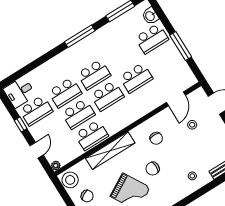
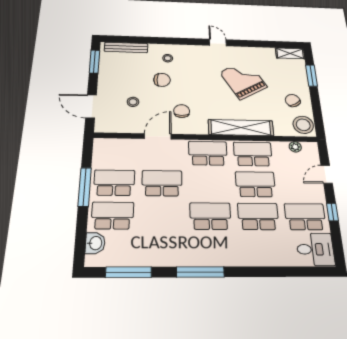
school desk: (165, 60) -> (114, 183), added
school desk: (107, 96) -> (208, 153), moved
door: (176, 99) -> (158, 136), moved
plant: (56, 165) -> (295, 147), moved
chair: (153, 169) -> (162, 80), moved

